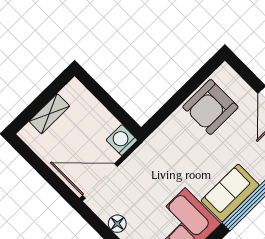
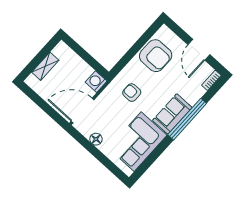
armchair: (210, 107) -> (156, 56), turned -90
armchair: (173, 159) -> (132, 93), added

